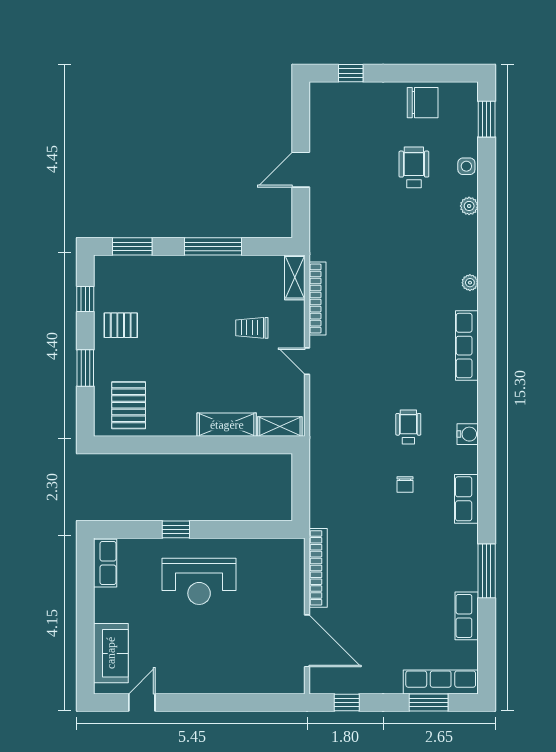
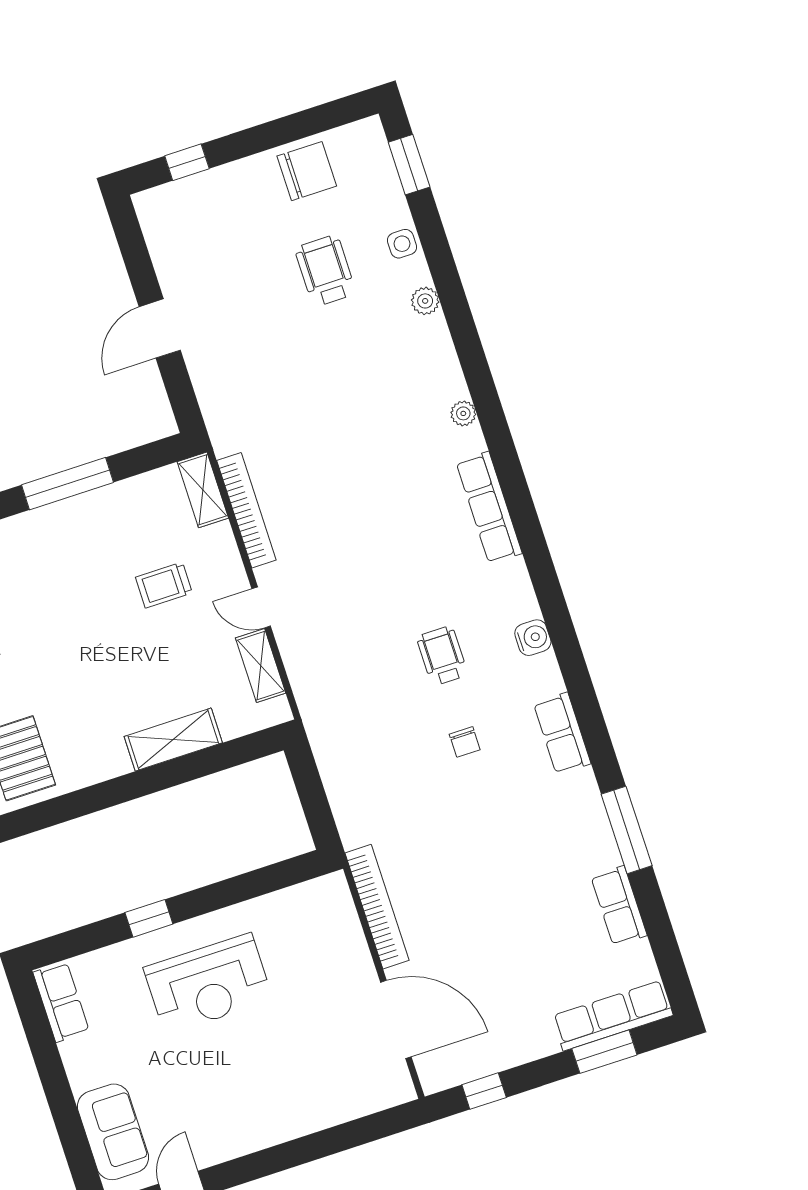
shelving: (280, 427) -> (261, 666), moved, turned 90

